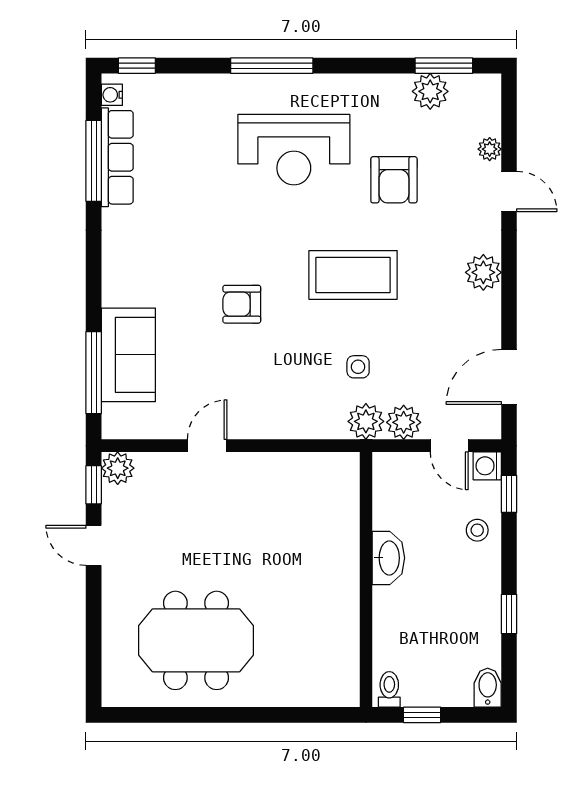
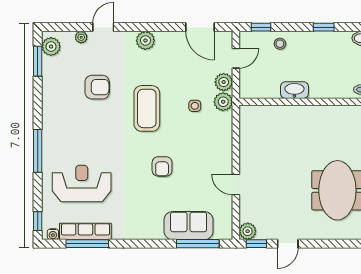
plant: (430, 91) -> (51, 47), moved
reception desk: (294, 150) -> (82, 184), moved, turned -90
washing machine: (487, 466) -> (246, 38), removed

